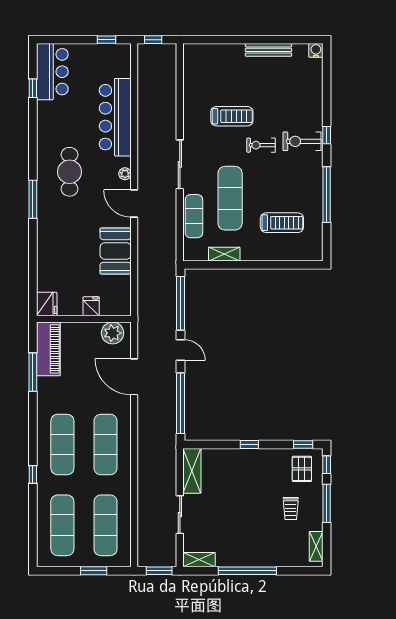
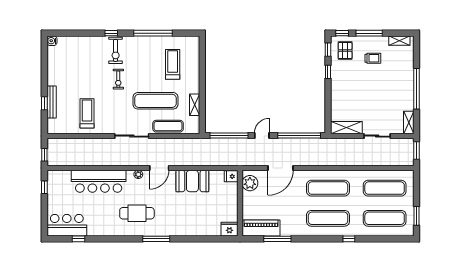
window: (227, 40) -> (44, 103), added
bench: (268, 50) -> (52, 102), moved
treadmill: (232, 116) -> (87, 113), moved
fridge: (91, 306) -> (231, 176), moved
window: (249, 444) -> (328, 72), moved
pallet: (302, 469) -> (345, 51), turned 90
window: (94, 571) -> (416, 216), moved

